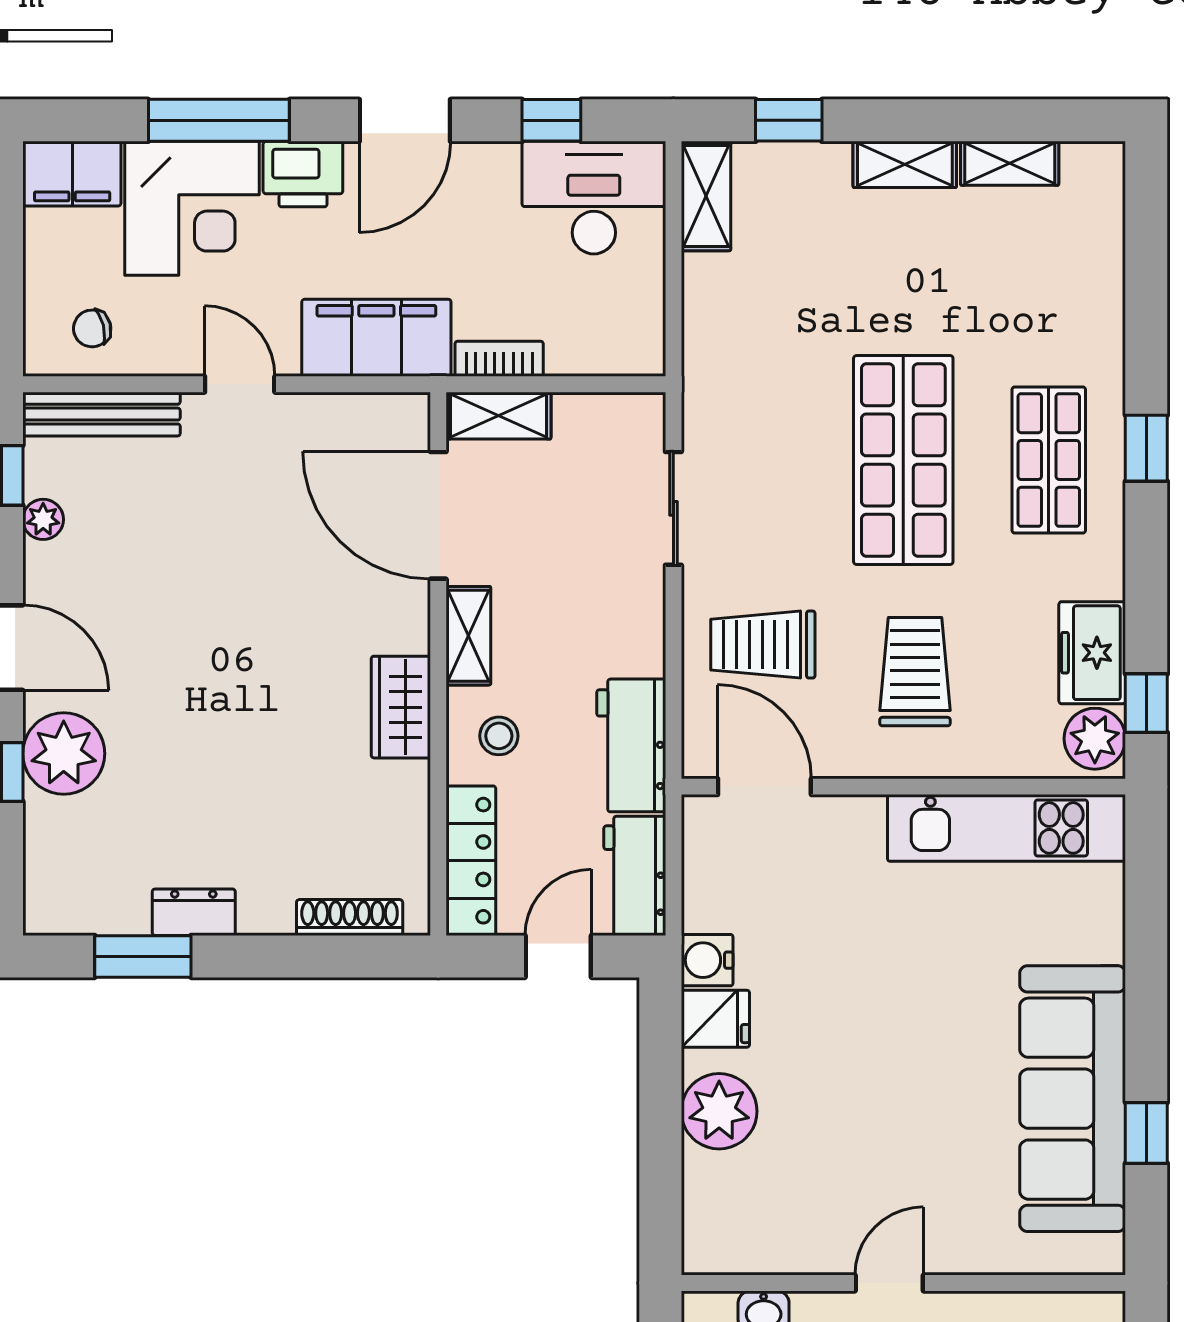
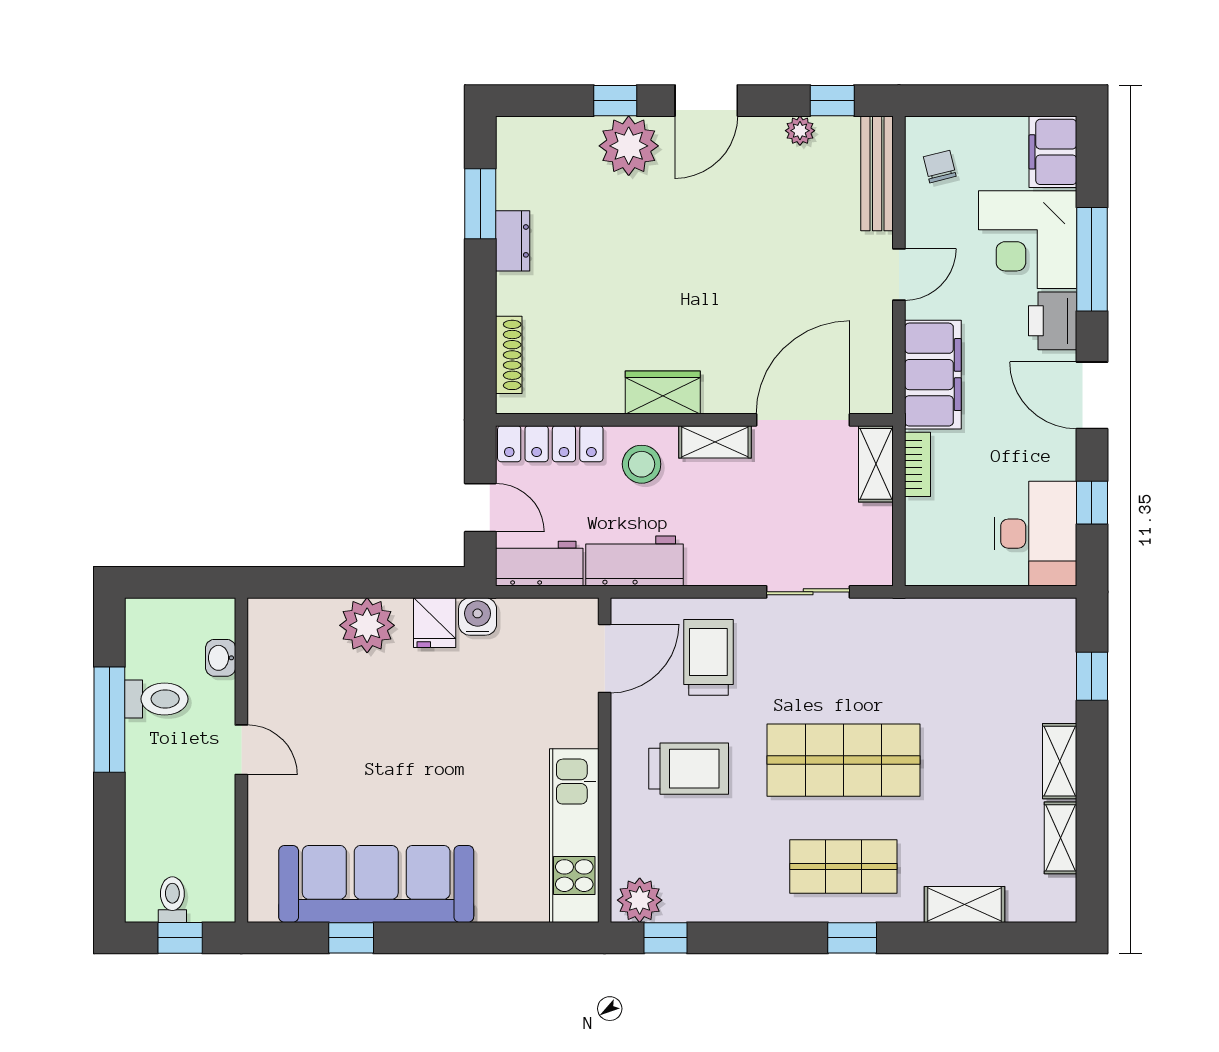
shelving: (706, 196) -> (964, 905), moved
freezer: (1092, 653) -> (702, 898), removed
stool: (499, 736) -> (642, 464), width x1.37, depth x1.37

